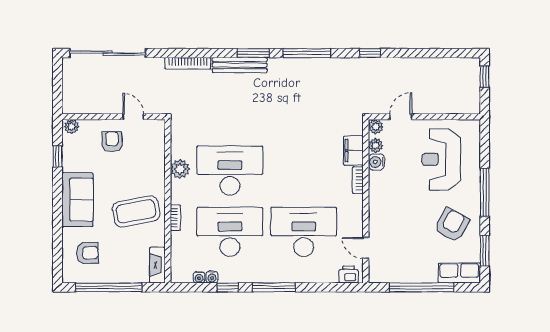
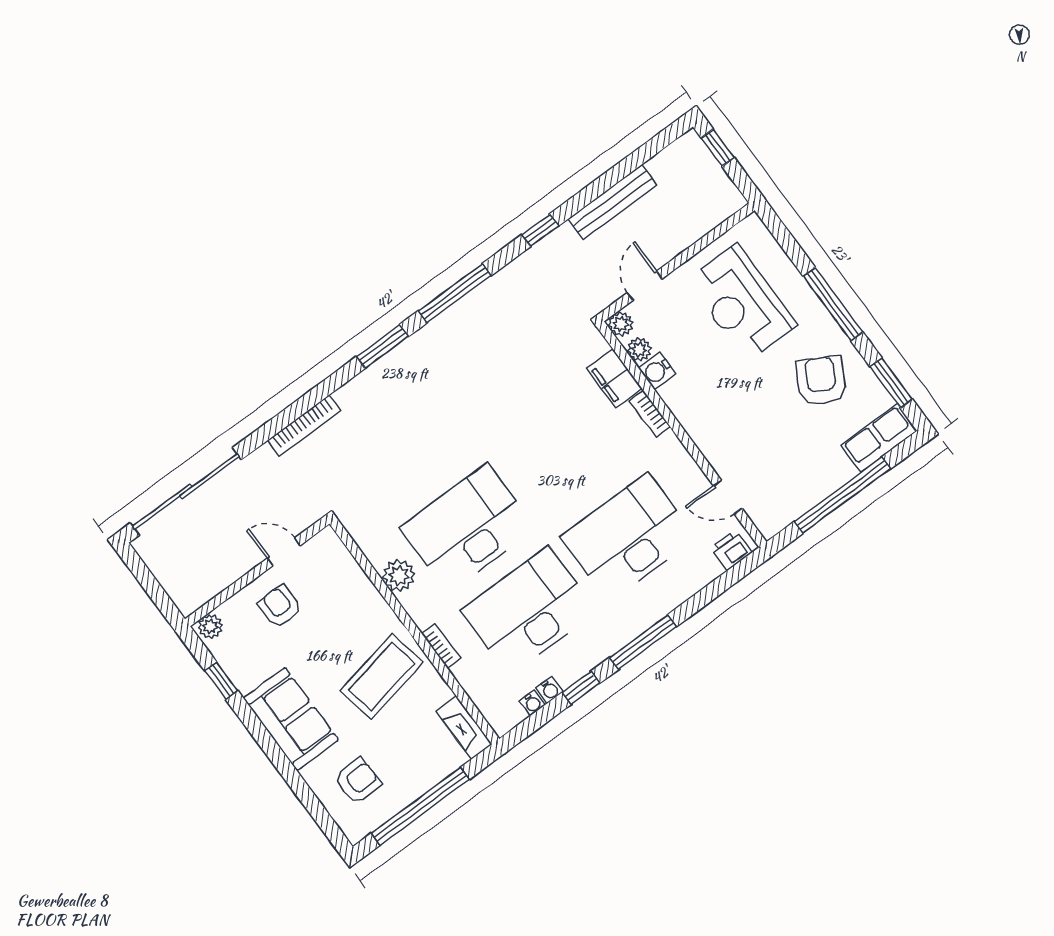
bench: (240, 65) -> (612, 202), moved

